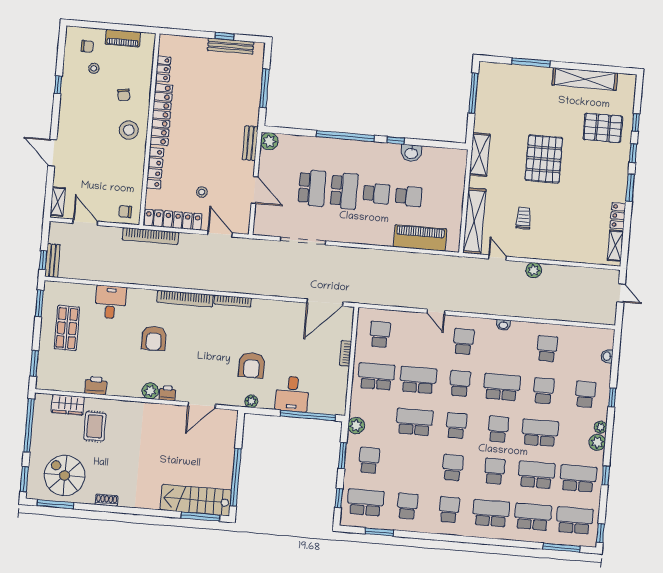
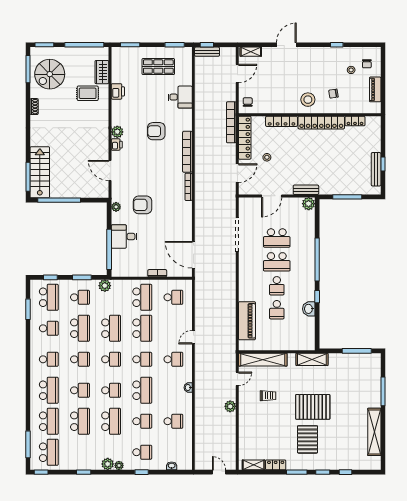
pallet: (603, 128) -> (308, 439), moved
door: (621, 293) -> (219, 472), swing flipped
spiral stairs: (65, 475) -> (50, 74), turned 180
school desk: (578, 478) -> (80, 328), moved

